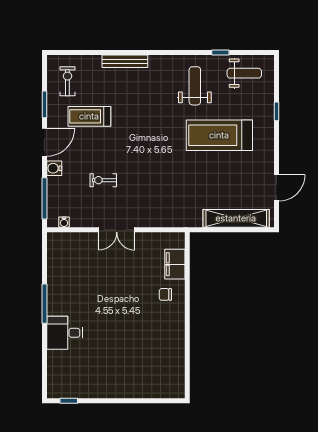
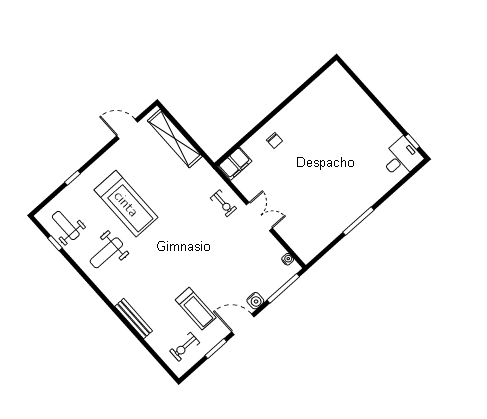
window: (220, 53) -> (55, 243), moved
exercise bike: (103, 180) -> (223, 203), moved
filing cabinet: (175, 264) -> (235, 164), moved
desk: (65, 333) -> (401, 158), moved, turned -90

